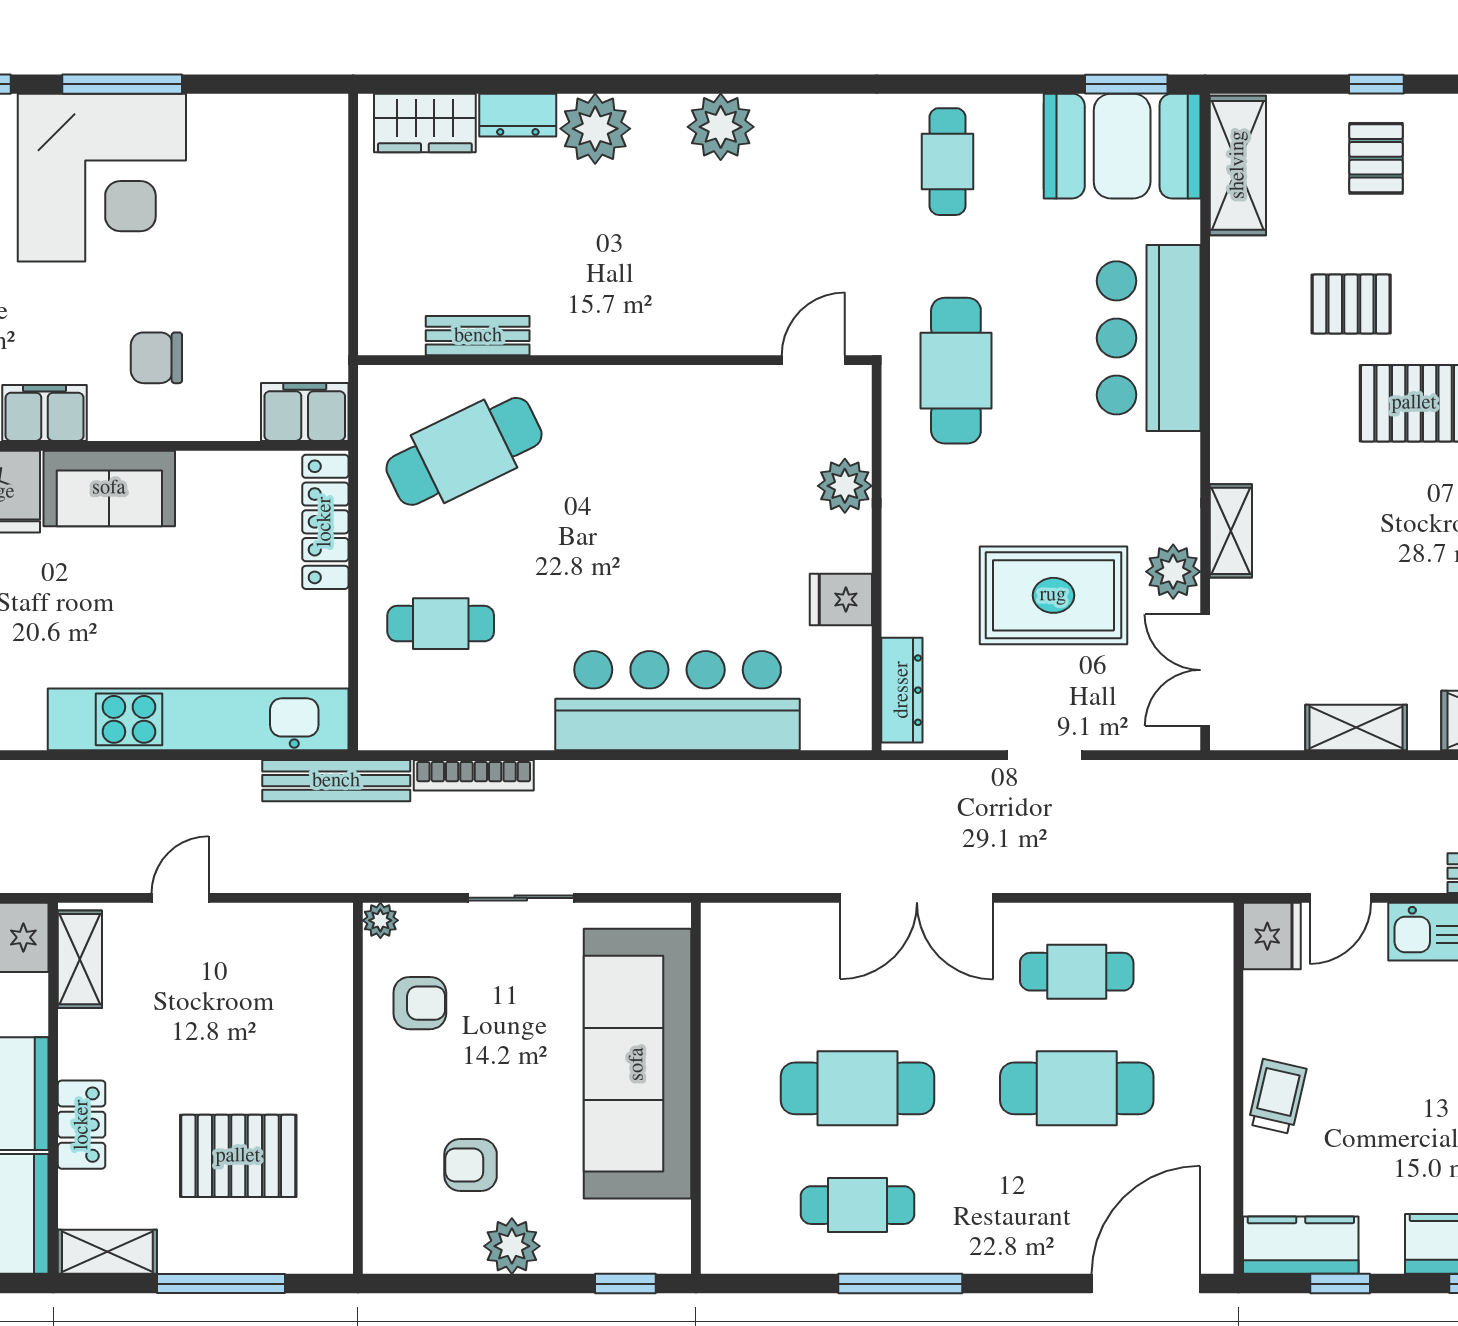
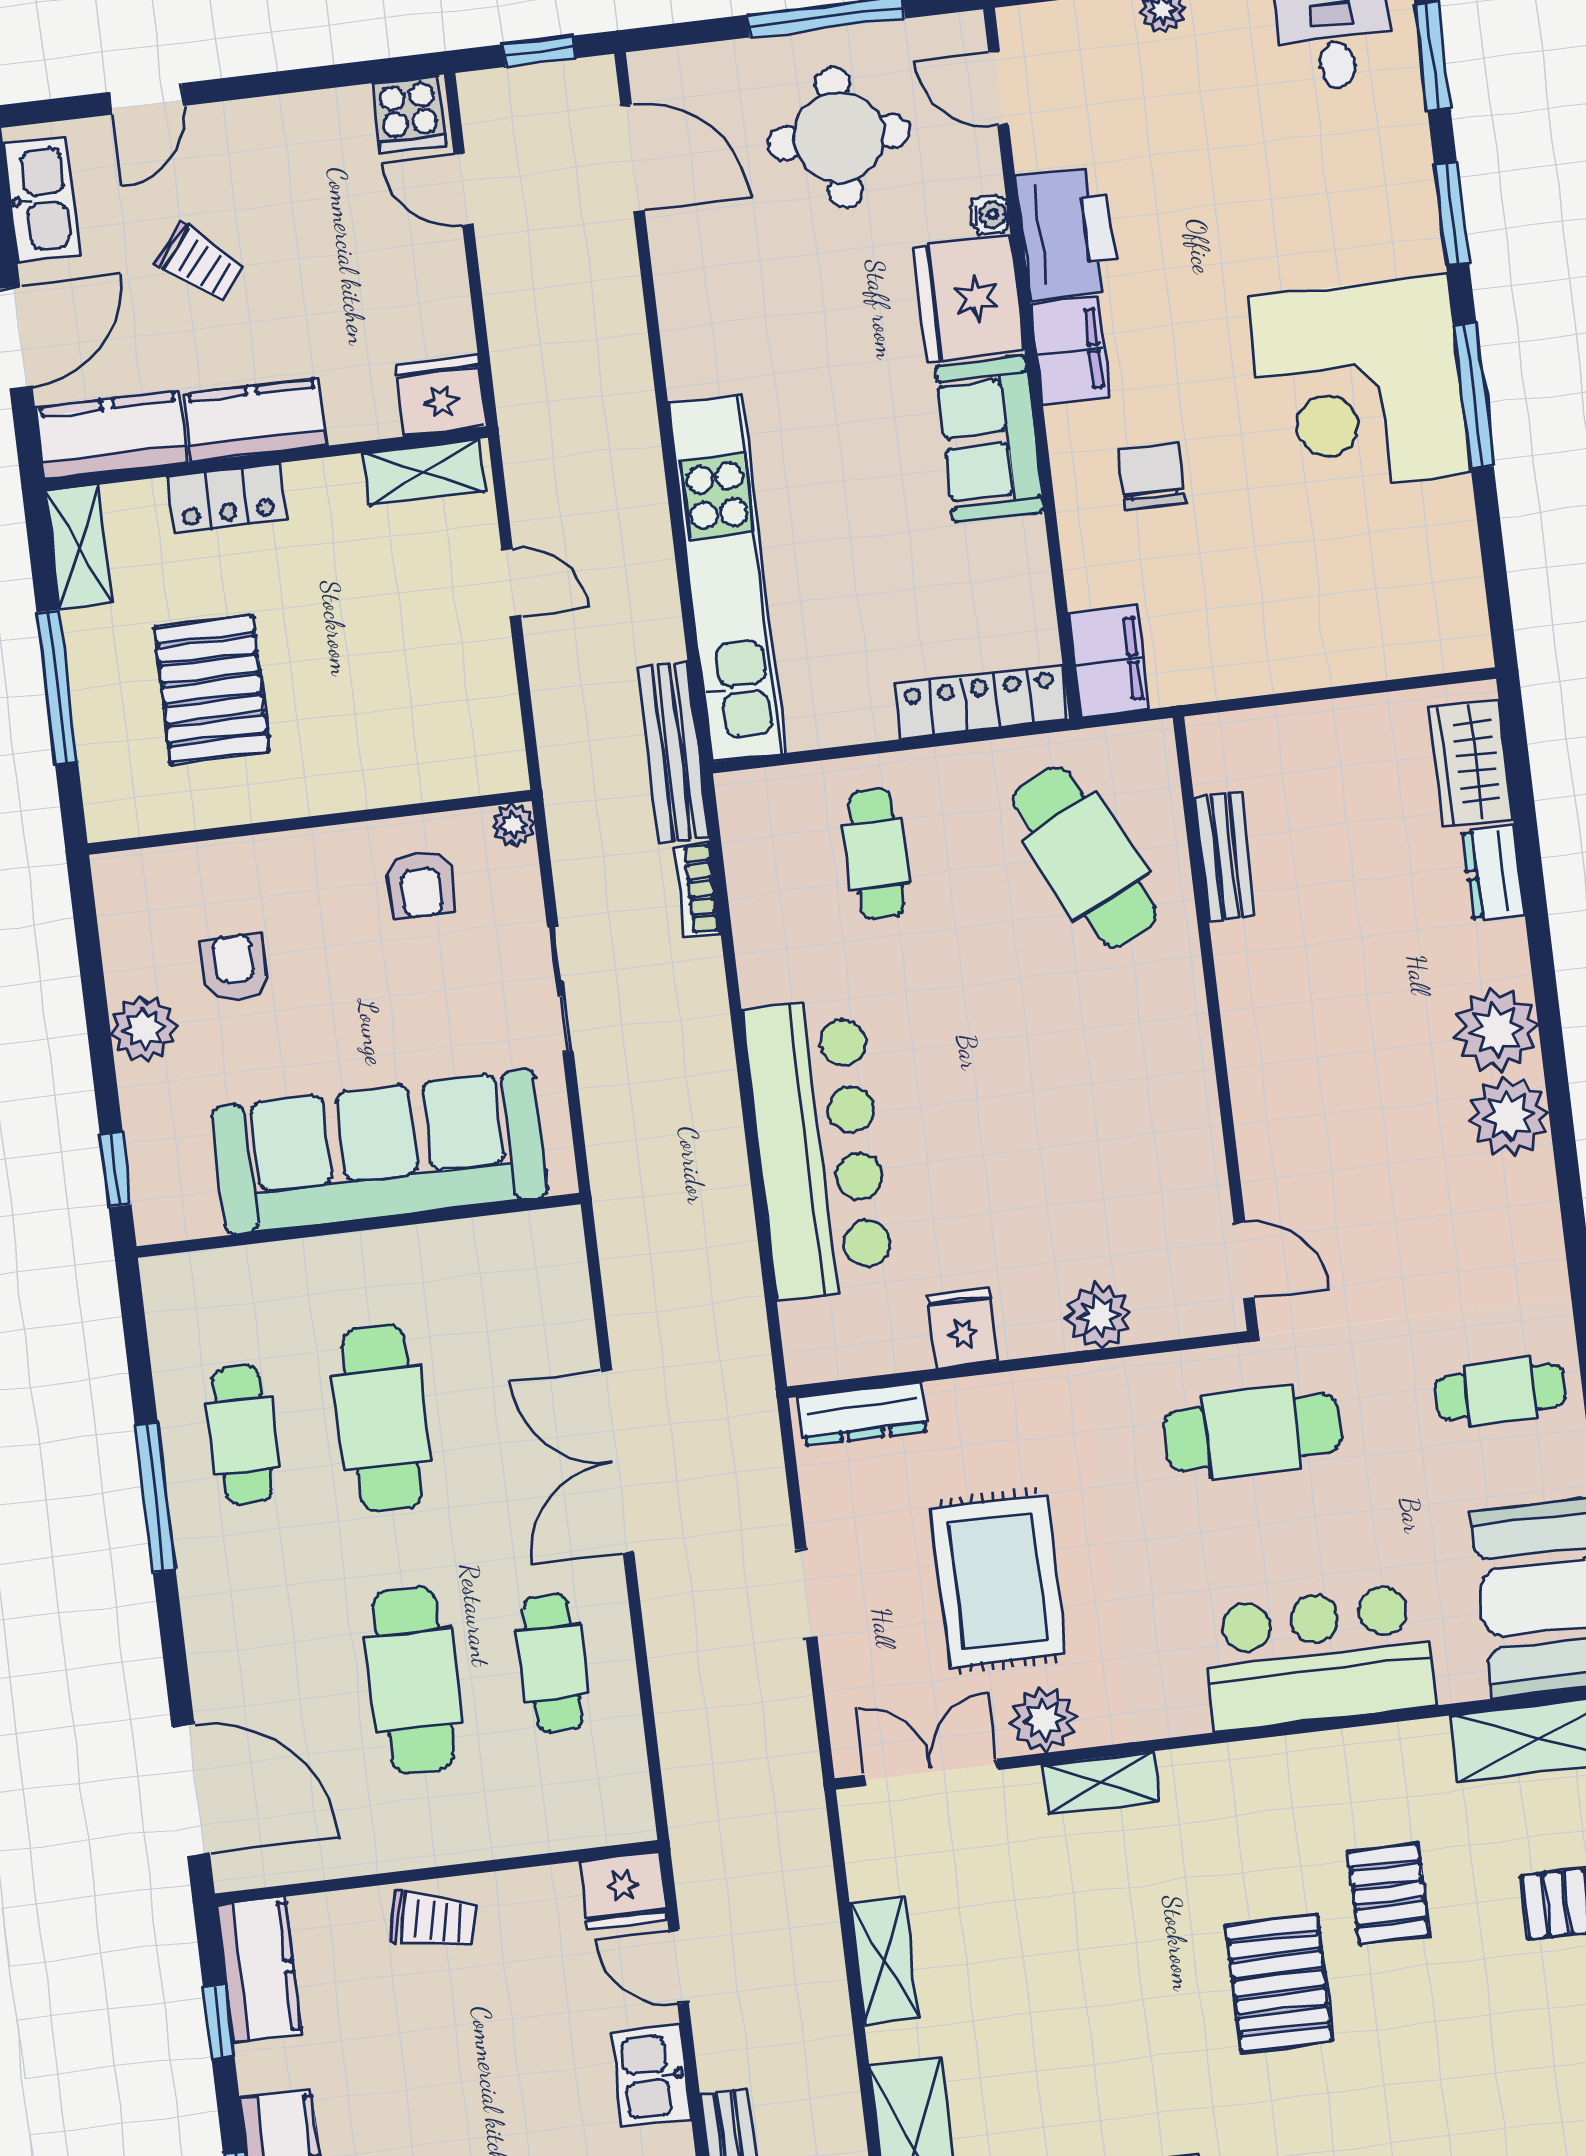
plant: (595, 129) -> (1496, 1030), moved
bookcase: (474, 775) -> (697, 889), width x0.64

